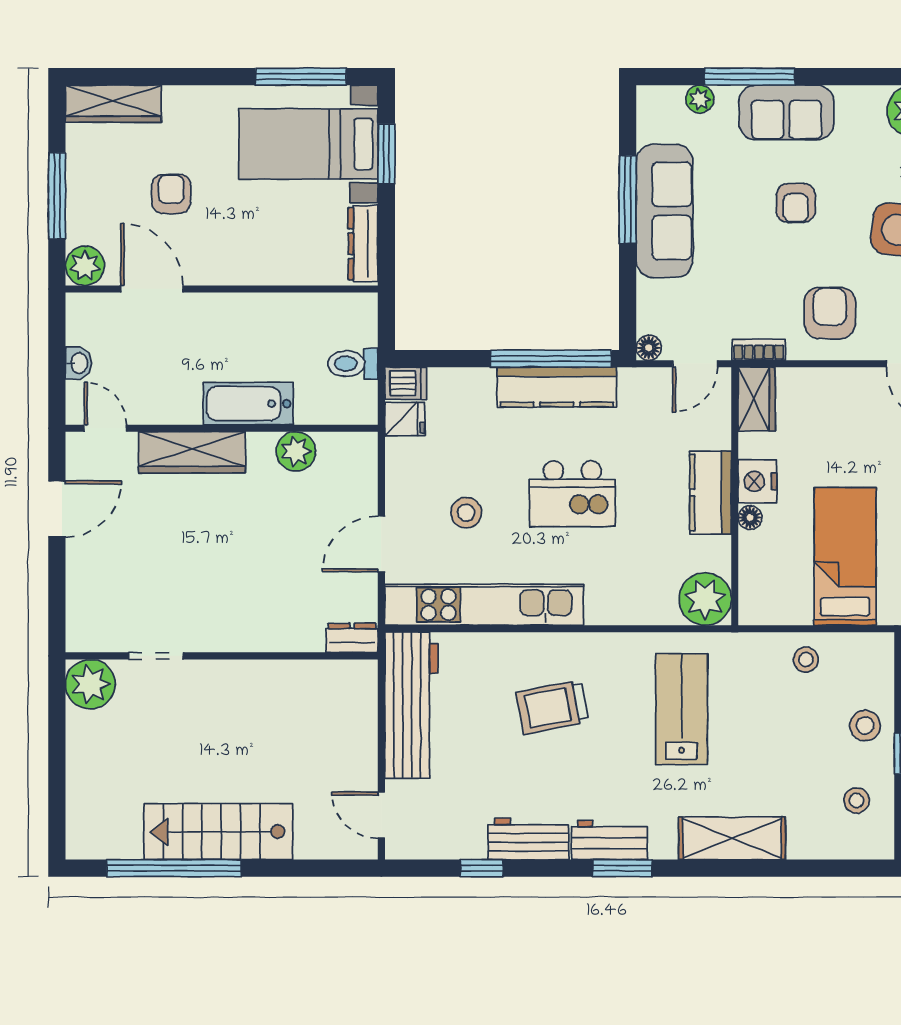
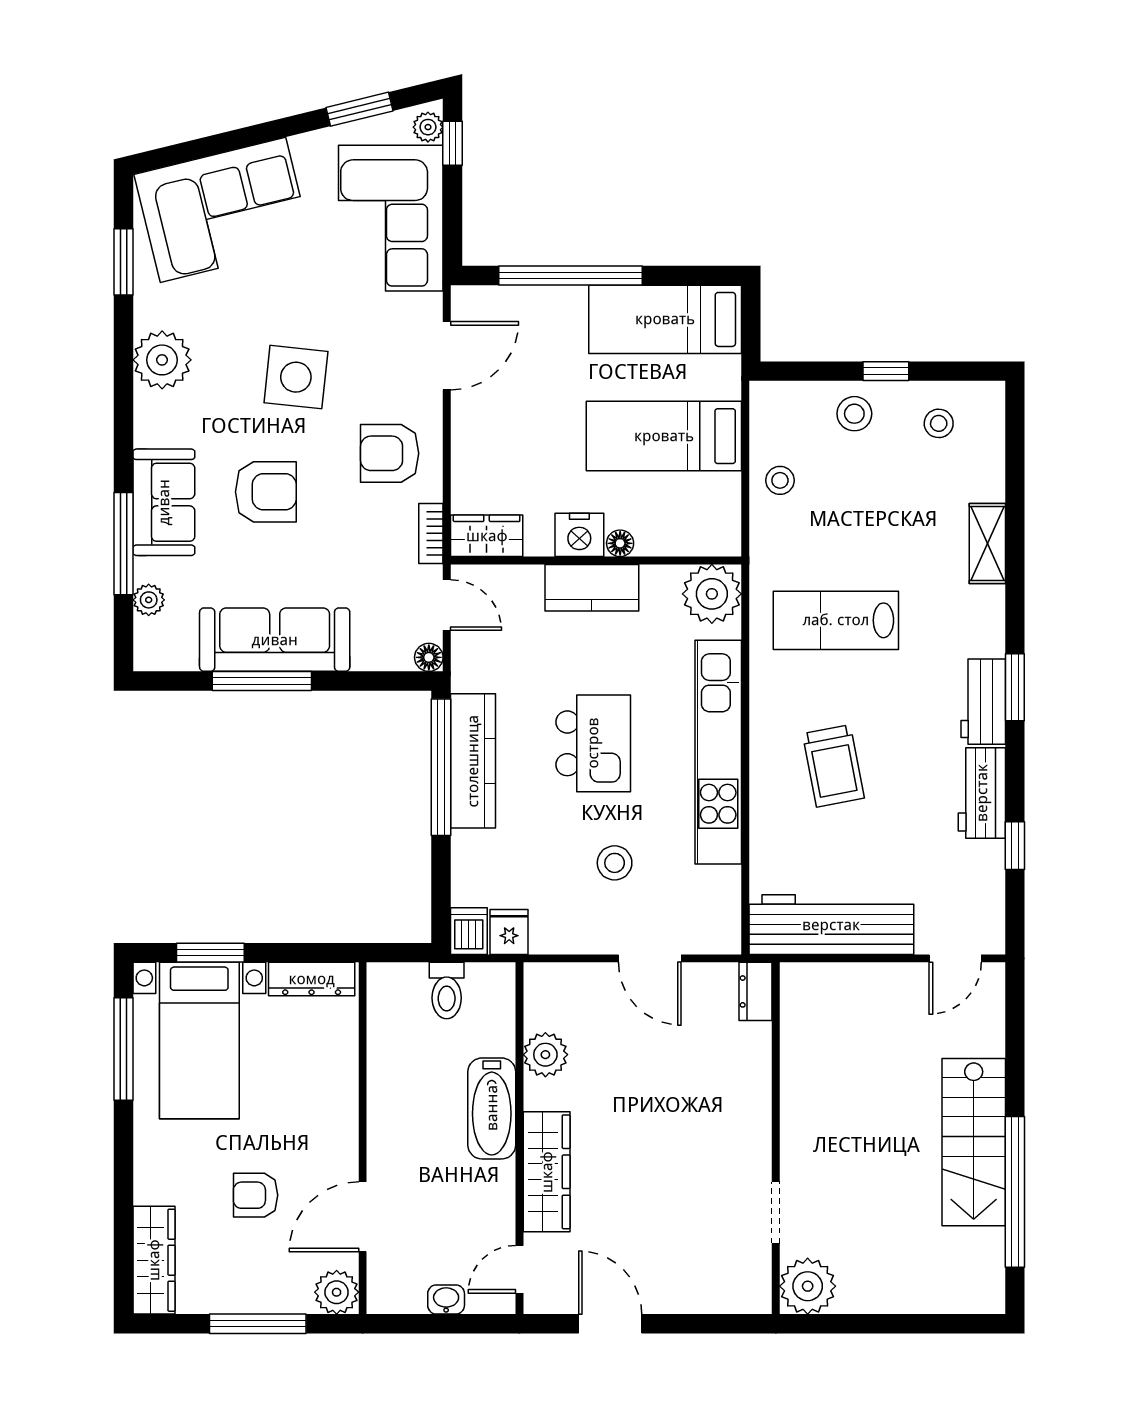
armchair: (796, 203) -> (266, 492), width x1.38, depth x1.38
kitchen unit: (484, 605) -> (718, 752), moved
shelving: (732, 838) -> (987, 544), width x0.67, depth x0.75

